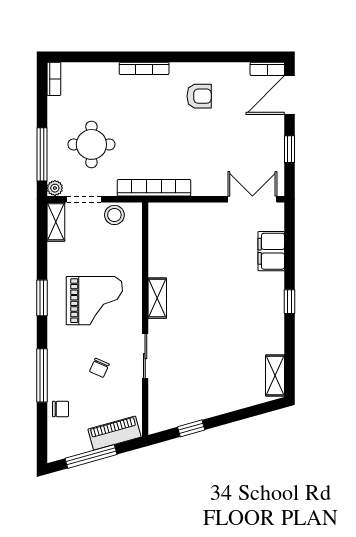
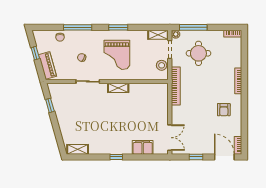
window: (91, 456) -> (35, 53), width x0.46

